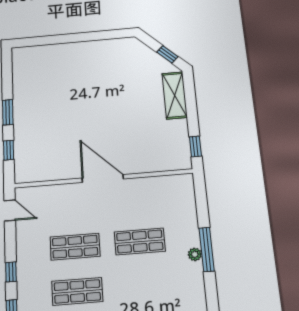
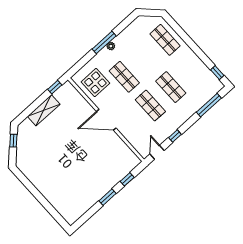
shelving: (175, 95) -> (44, 110), moved
door: (103, 179) -> (106, 120), hinge flipped
display table: (162, 200) -> (95, 83), added
window: (11, 272) -> (175, 136), moved

